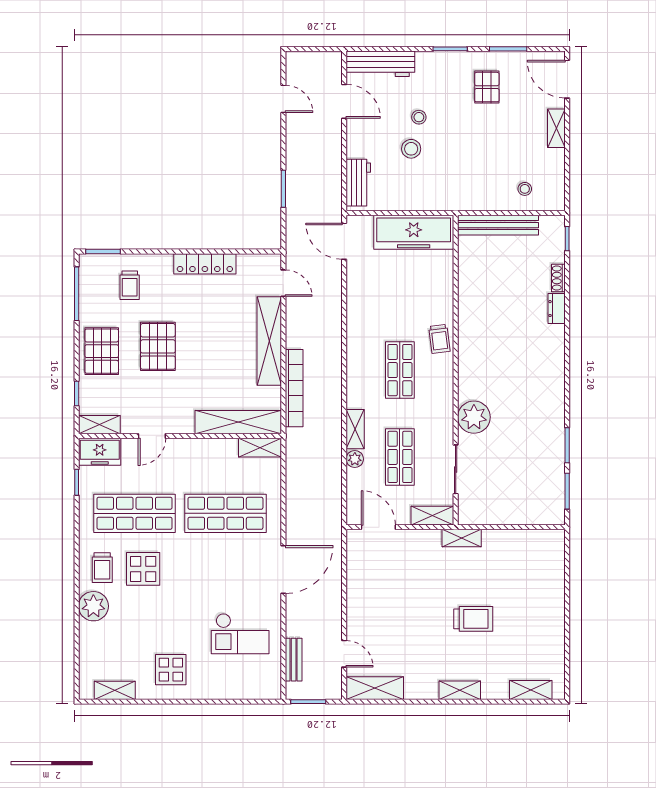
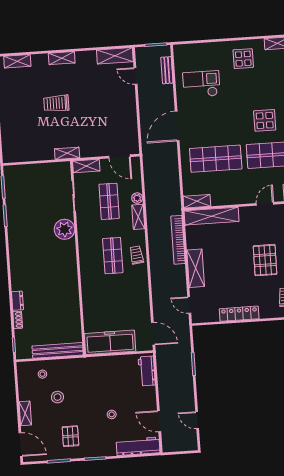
stool: (411, 149) -> (58, 397), moved
trolley: (439, 339) -> (137, 255), moved
shelving: (269, 341) -> (196, 268), width x0.68

